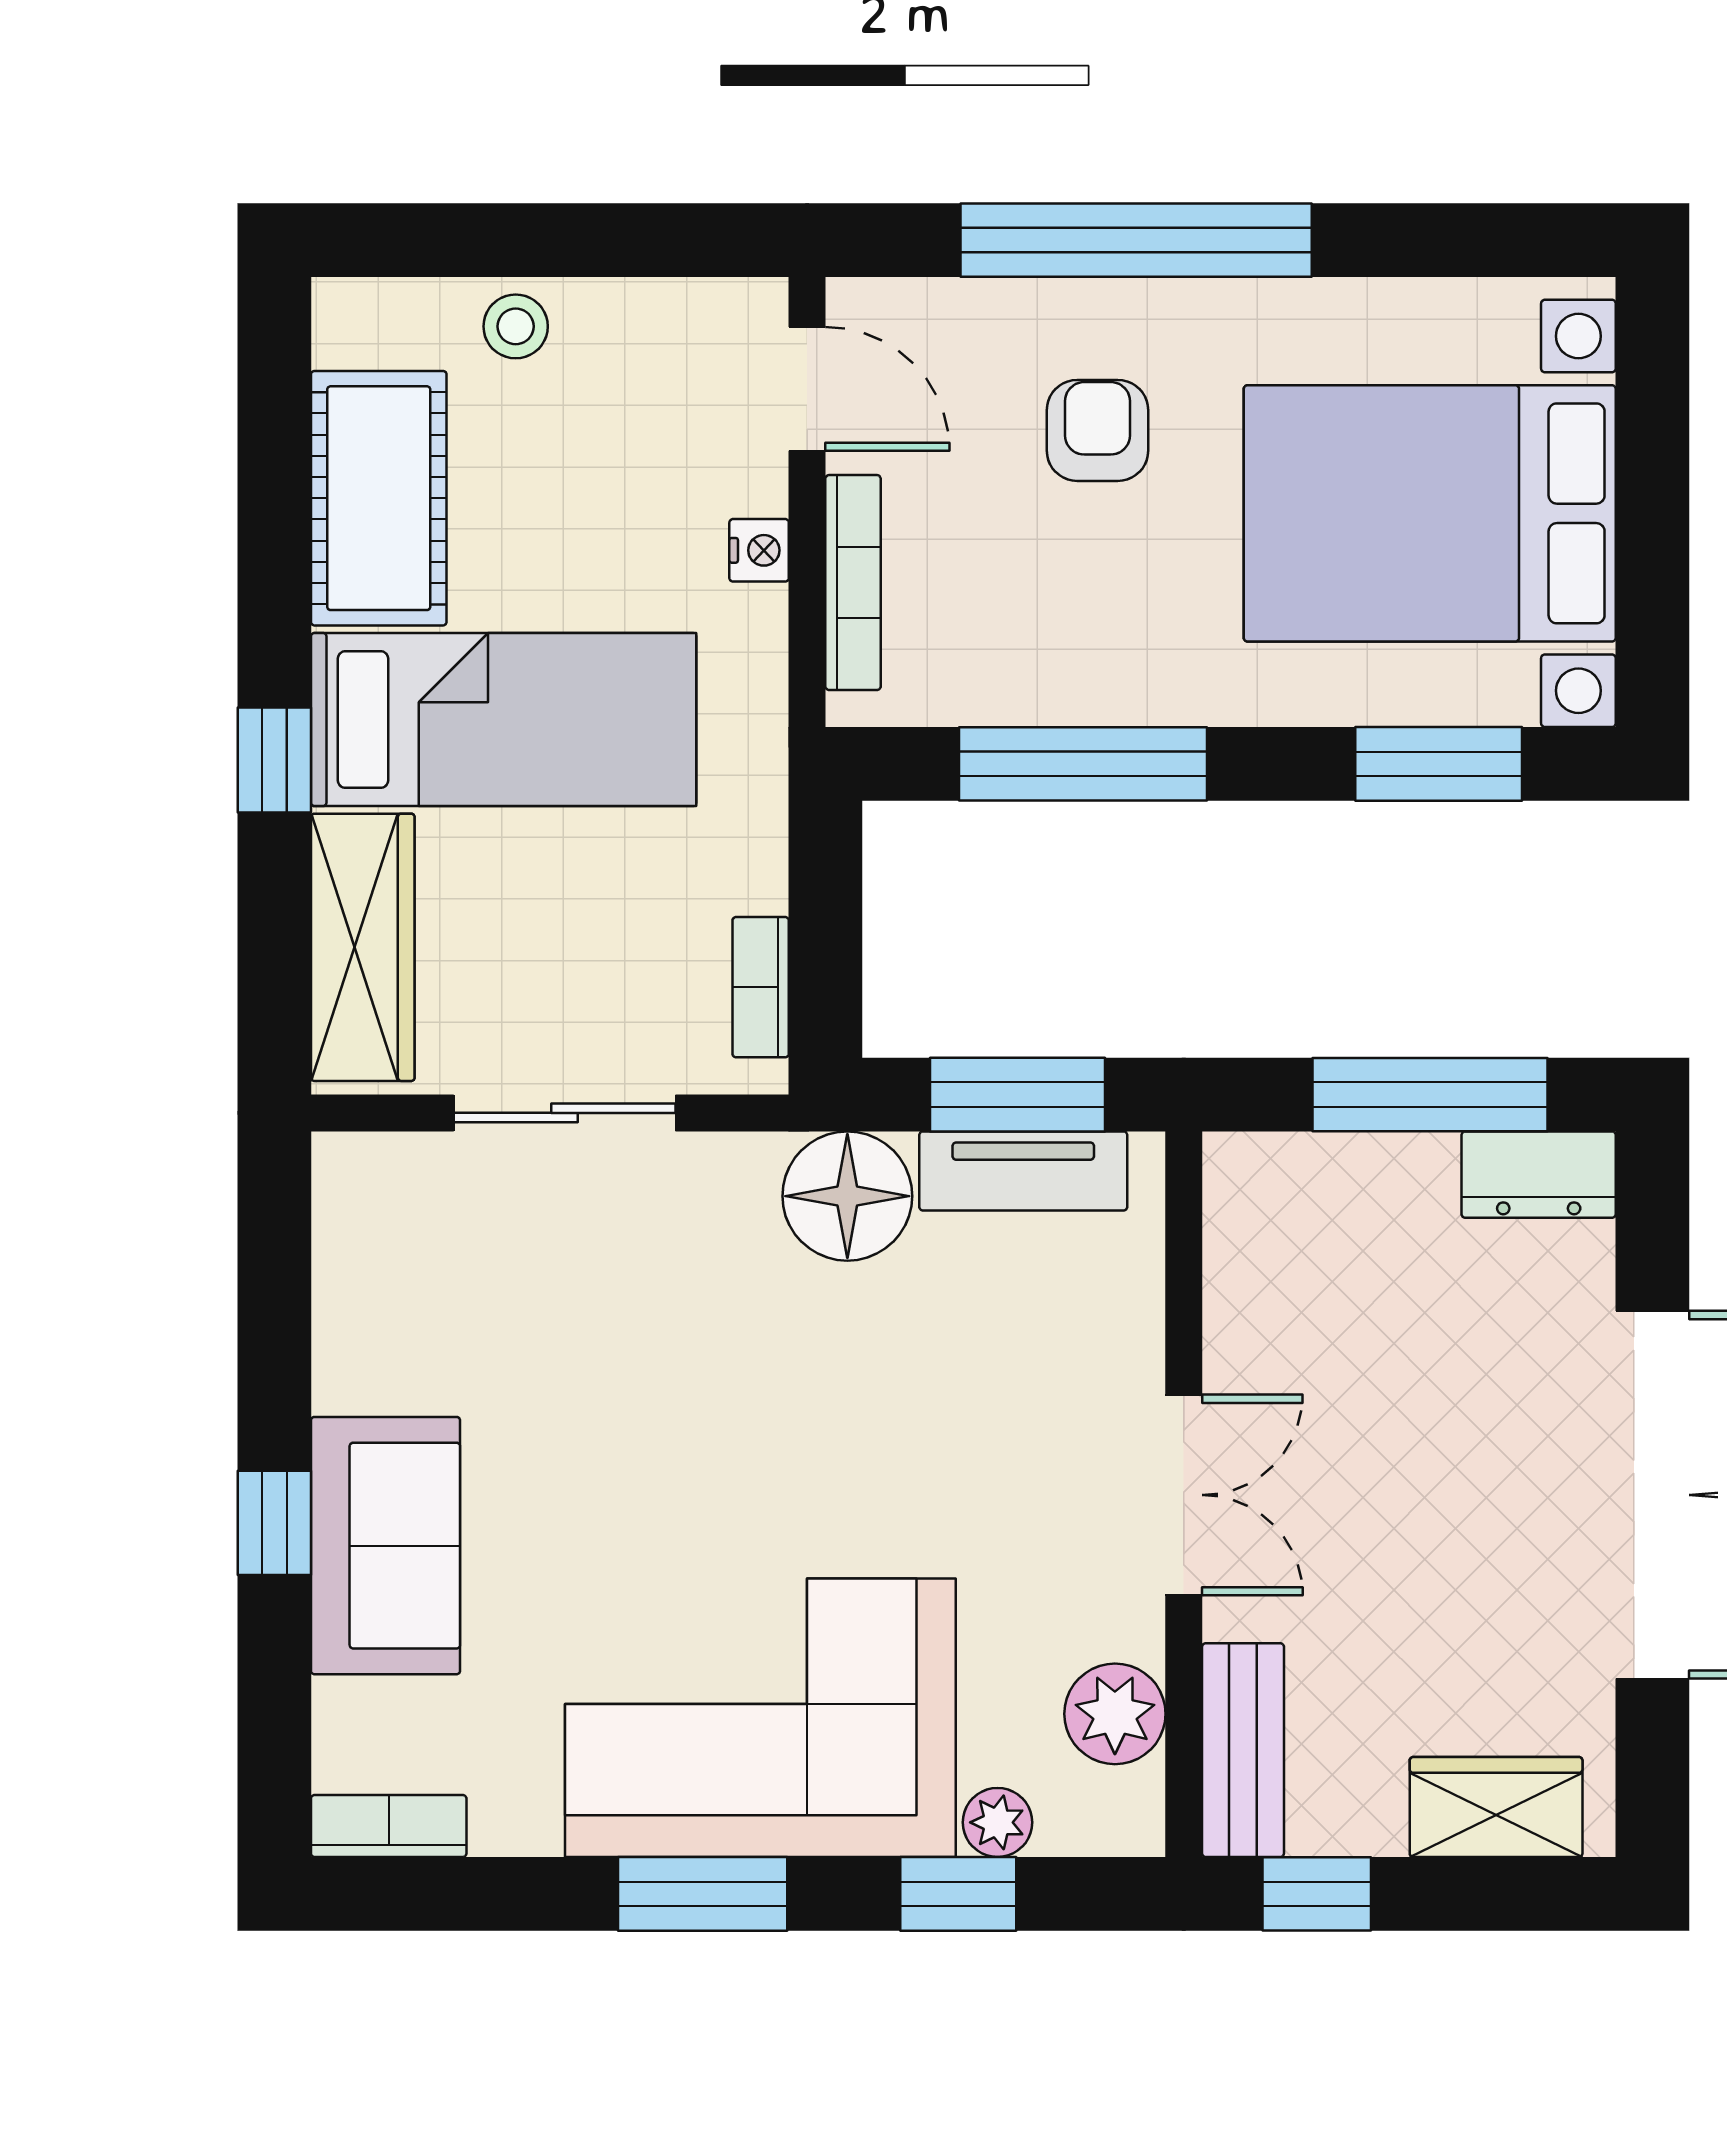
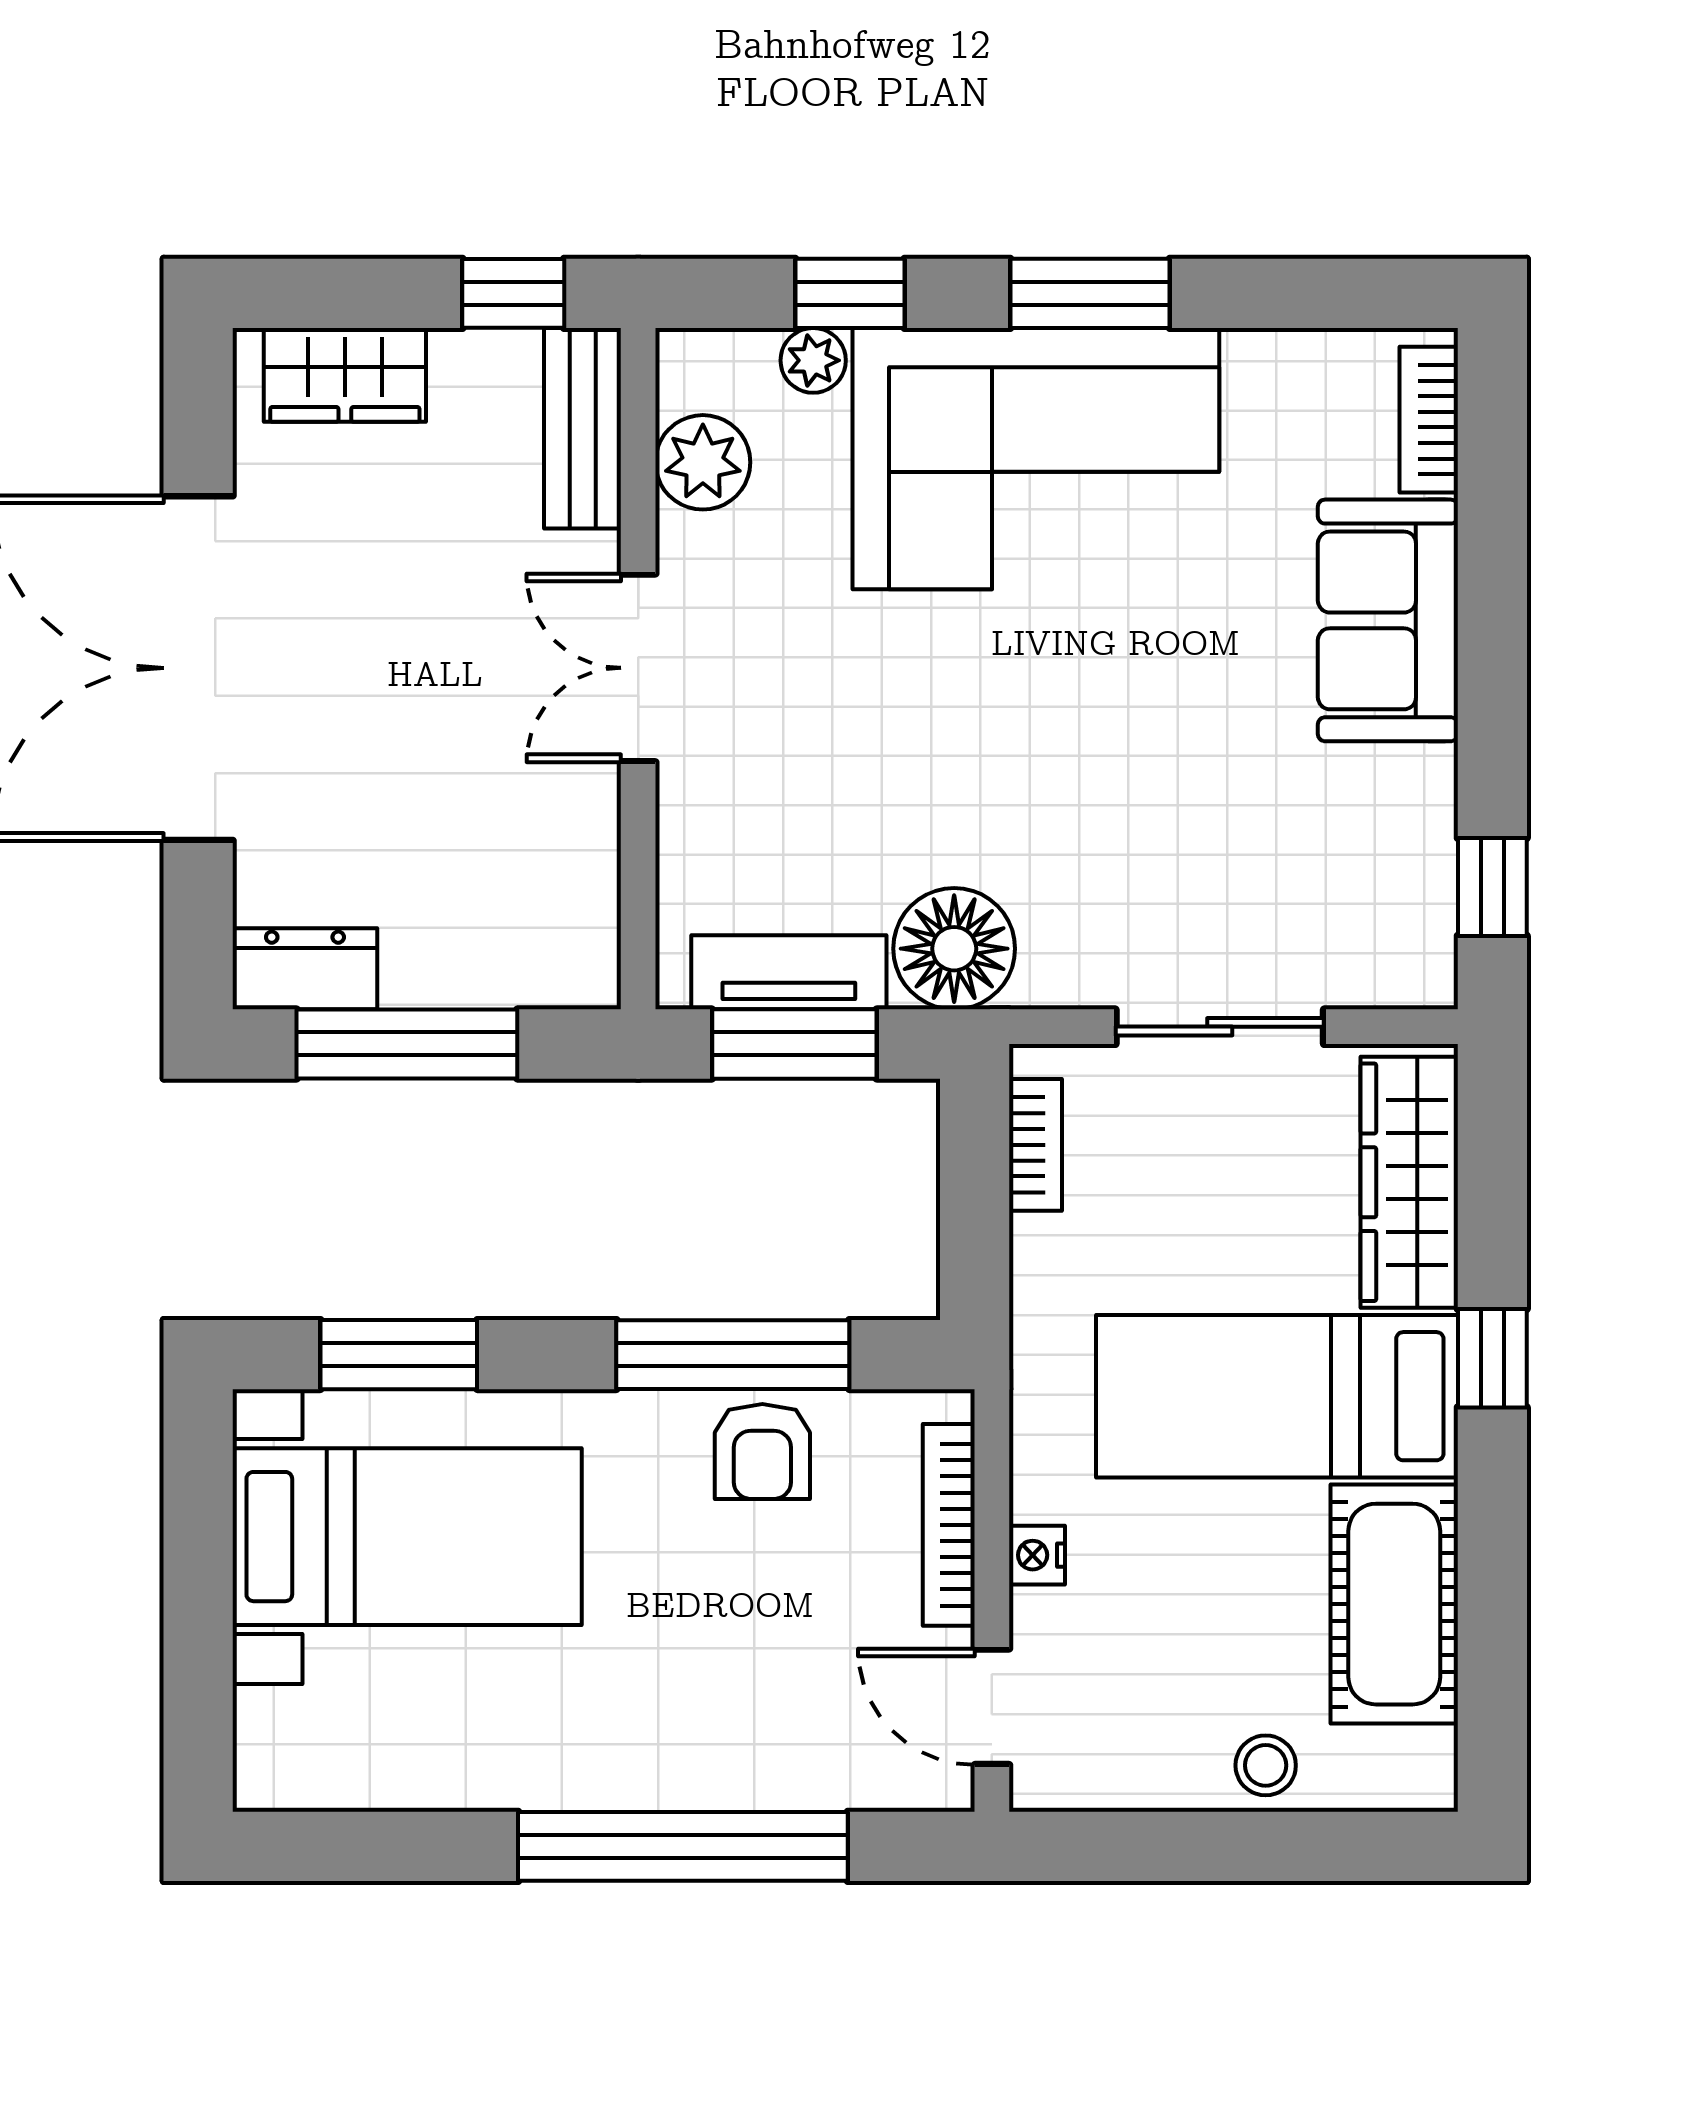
armchair: (1097, 430) -> (762, 1451), moved
bed with nightstands: (1430, 513) -> (407, 1537), width x0.73
window: (274, 1523) -> (1492, 887), moved
bookcase: (389, 1826) -> (1429, 420), moved, turned 90

